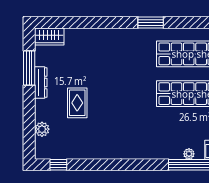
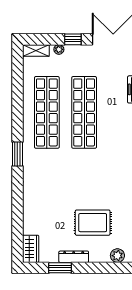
window: (29, 68) -> (60, 268), width x0.69
rug: (77, 103) -> (93, 223), width x1.36, depth x1.43

